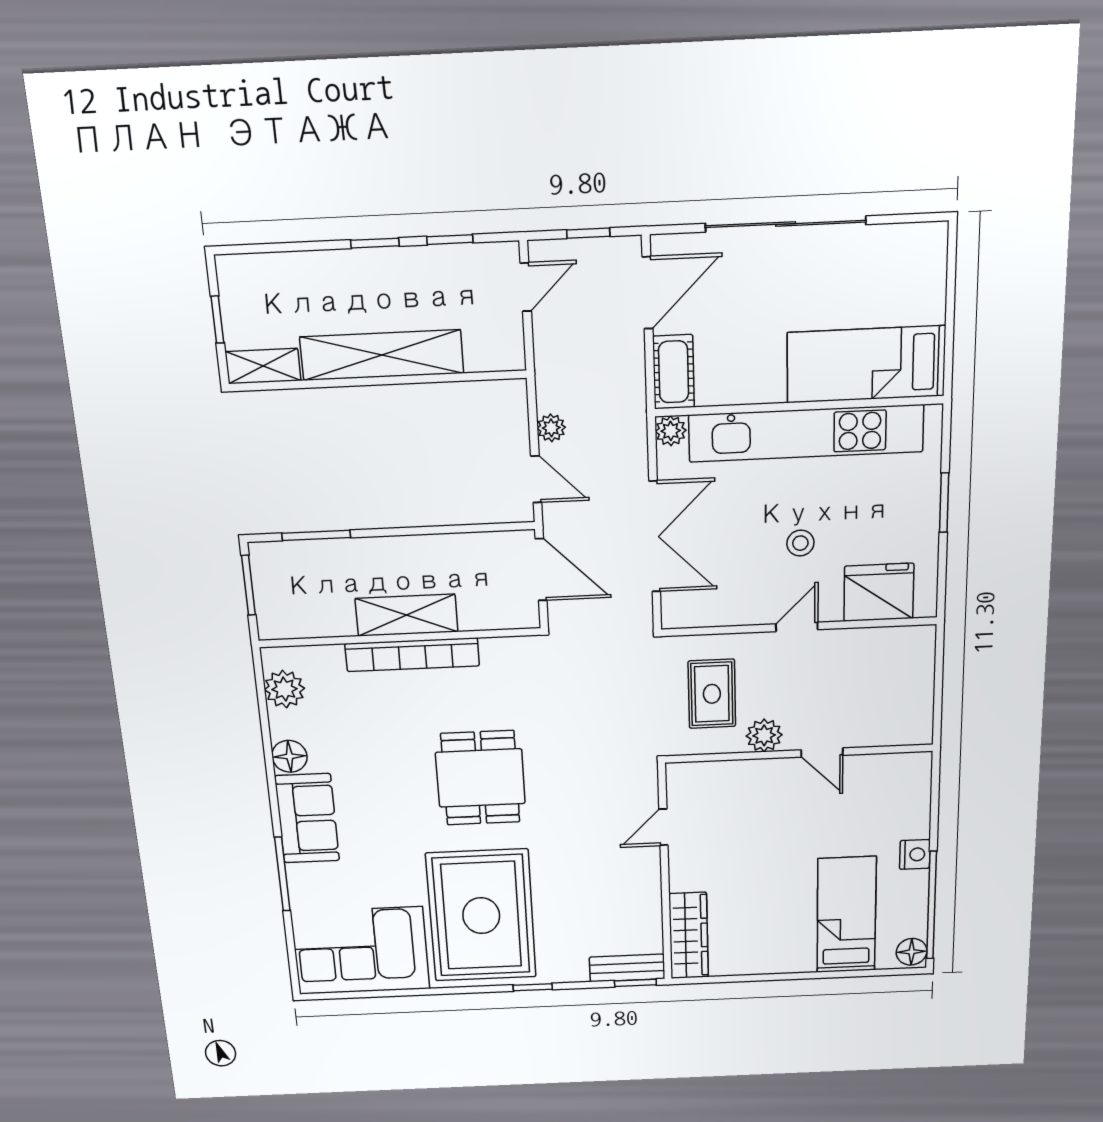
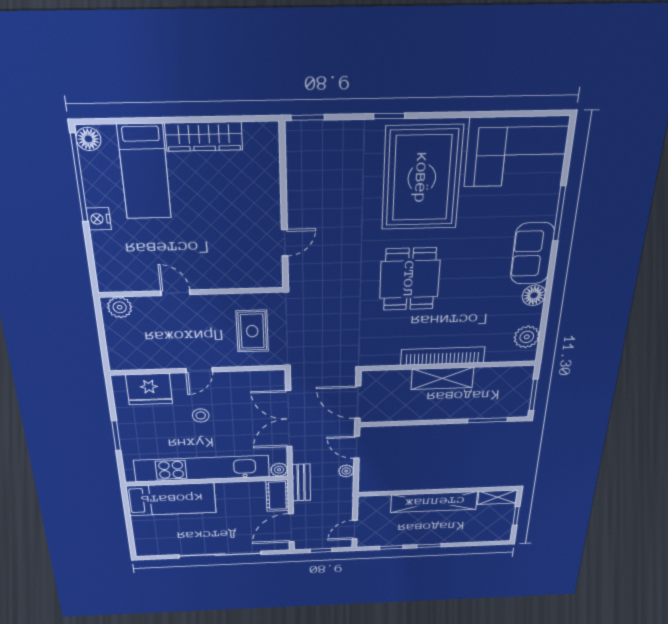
plant: (764, 735) -> (120, 307), moved
wardrobe: (689, 936) -> (204, 136), moved, turned -90
bench: (627, 968) -> (301, 483), moved, turned 90

